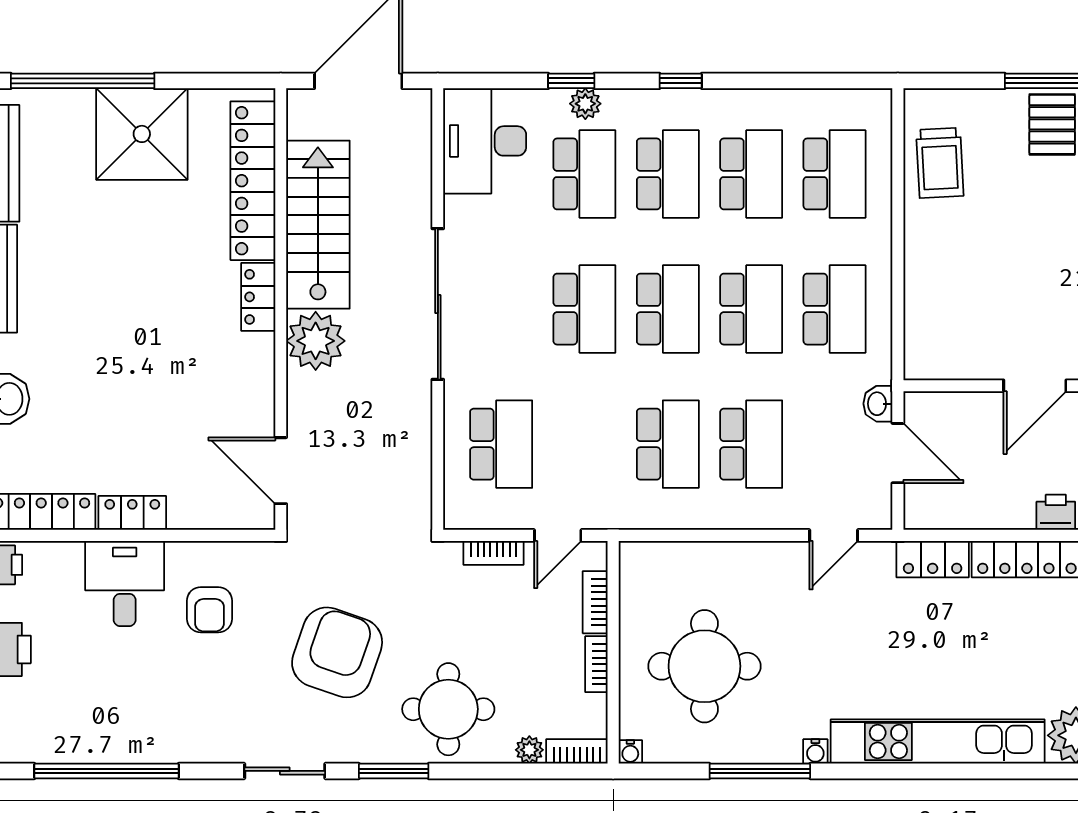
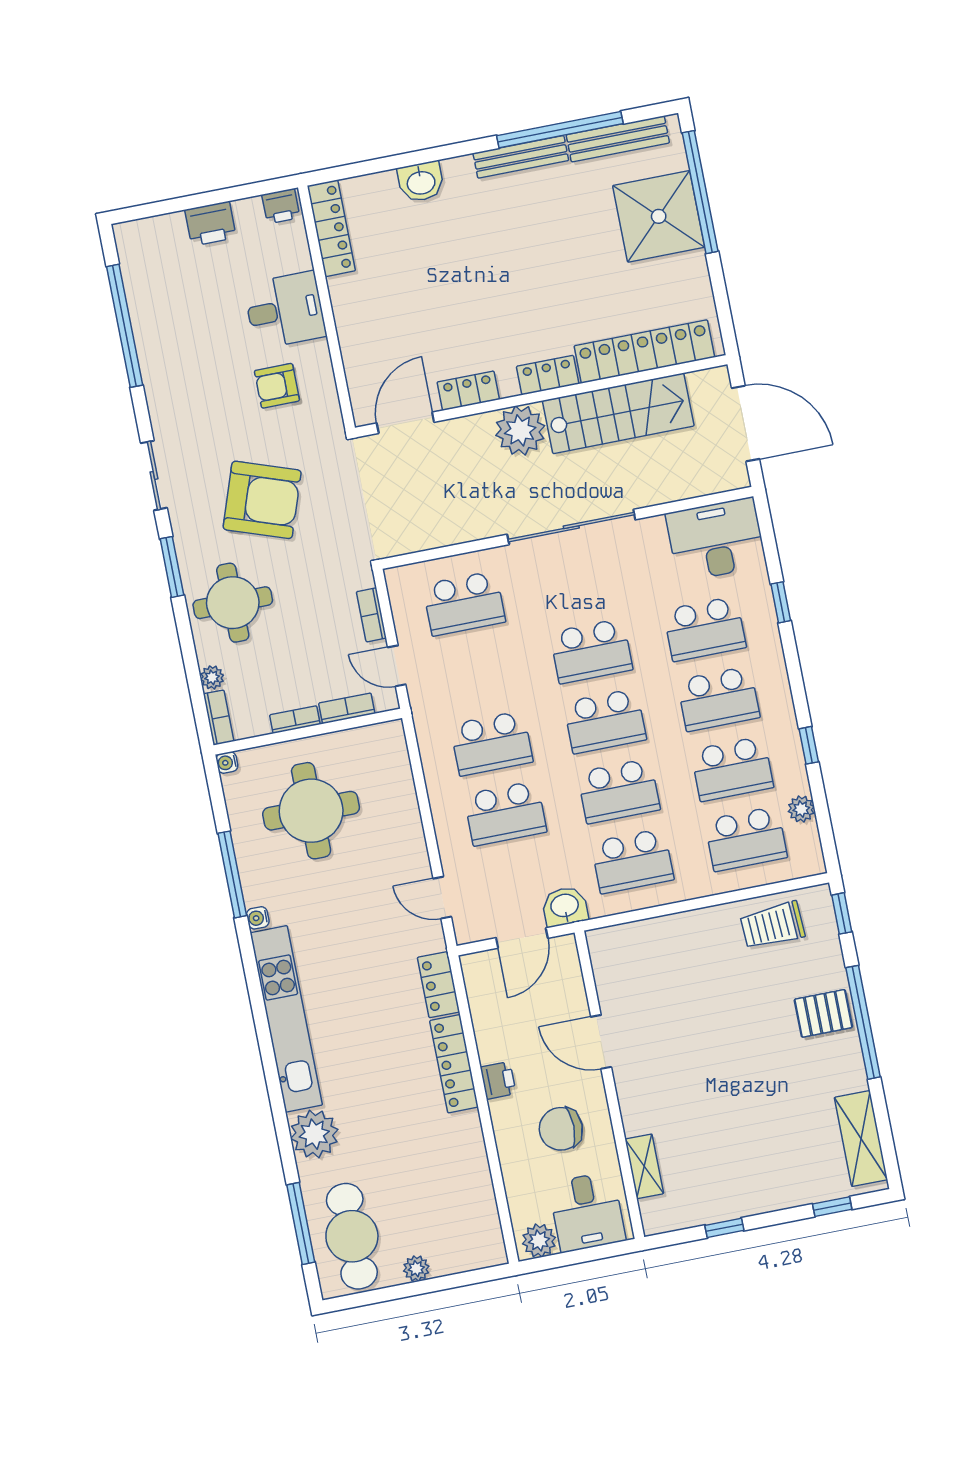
window: (681, 81) -> (809, 745), moved
window: (942, 81) -> (842, 913), added
plant: (585, 104) -> (801, 809), moved
shower: (142, 134) -> (659, 216), moved
washbasin: (878, 404) -> (565, 906), width x1.38, depth x1.45
locker: (132, 513) -> (468, 391), moved, turned -90

